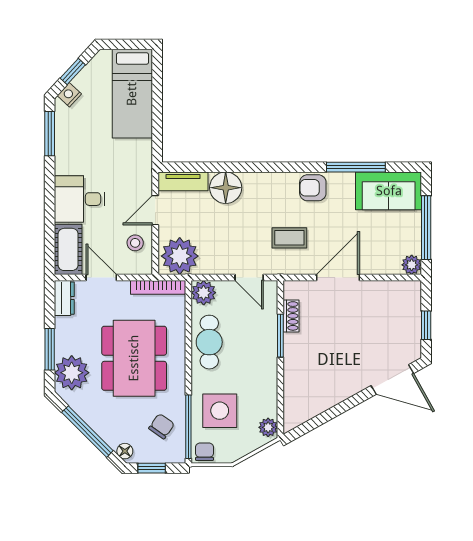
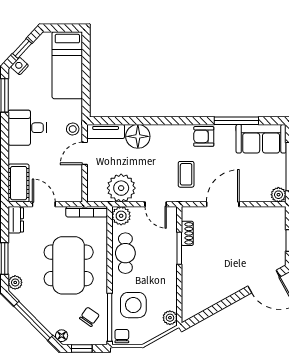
desk: (79, 199) -> (27, 128), moved
coffee table: (289, 238) -> (186, 174), turned 90
stool: (135, 243) -> (73, 129), moved
plant: (180, 256) -> (121, 188), moved
plant: (72, 373) -> (15, 282), width x0.53, depth x0.53

